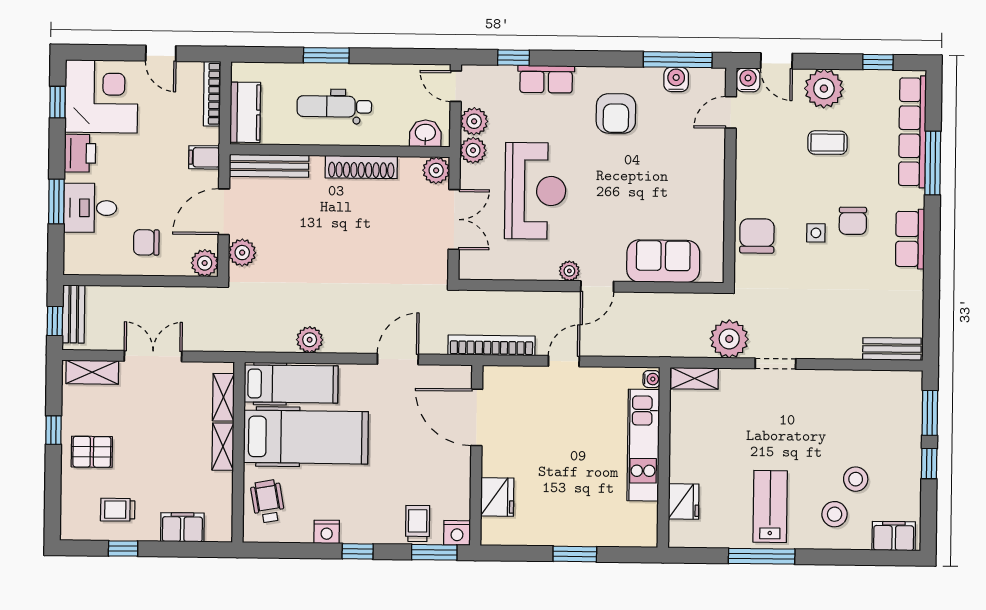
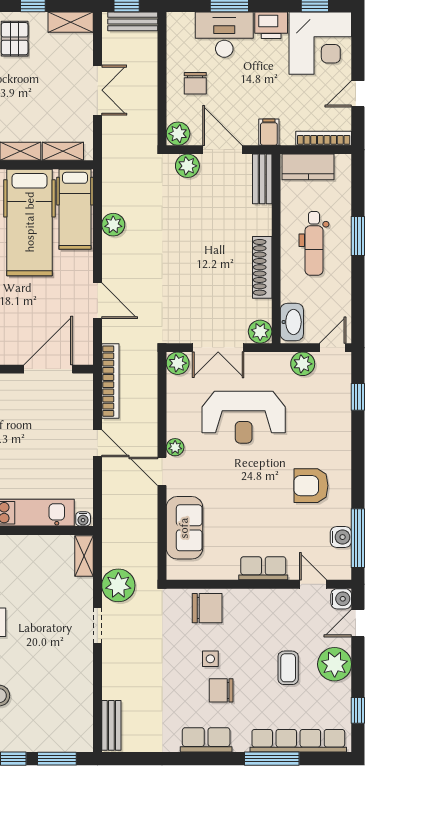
row of seats: (546, 79) -> (263, 568), moved, turned 90
dental chair: (334, 106) -> (314, 243), turned 180
washbasin: (425, 133) -> (292, 322), width x1.38
plant: (473, 150) -> (178, 363), moved
bench: (269, 166) -> (262, 179), width x0.73
desk: (90, 208) -> (224, 35), width x1.37
chair: (146, 242) -> (195, 83), turned 180
shelving: (92, 372) -> (71, 22), moved, turned 90

